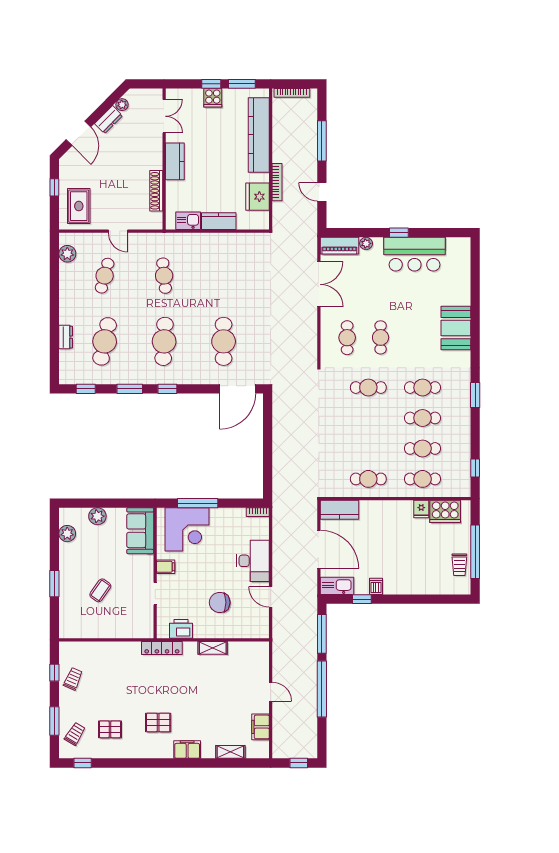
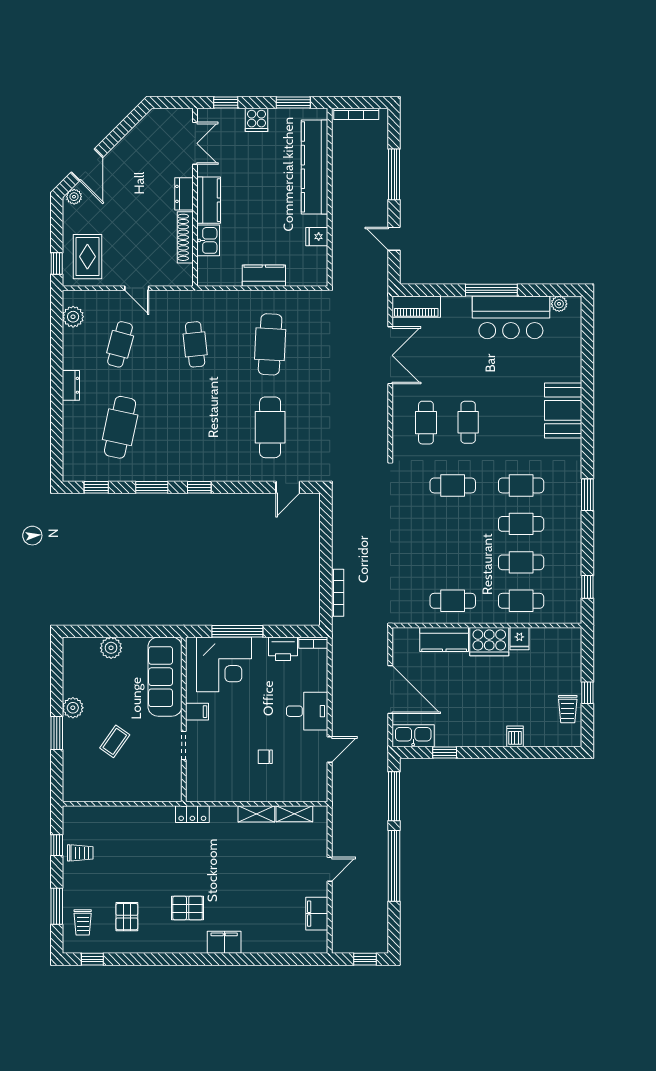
window: (211, 84) -> (226, 103), moved
plant: (122, 105) -> (74, 197), moved
dresser: (109, 120) -> (184, 194), moved, turned 135
bookcase: (277, 182) -> (338, 593), moved
window: (54, 187) -> (57, 264), moved
fridge: (258, 197) -> (317, 237), width x0.53, depth x0.75
kitchen sink: (188, 221) -> (208, 240), moved, turned 90
window: (399, 233) -> (491, 290), width x2.17
plant: (366, 243) -> (559, 304), moved
dresser: (66, 337) -> (71, 385), moved
cafe table: (164, 341) -> (270, 344), moved
door: (238, 389) -> (288, 487), width x0.53
kitchen counter: (340, 510) -> (444, 640), moved
cooker: (445, 511) -> (489, 642), moved
sofa: (140, 531) -> (165, 677), width x1.36
plant: (67, 534) -> (73, 708), moved
window: (475, 552) -> (587, 693), width x0.32
desk: (253, 561) -> (307, 711), width x0.73
dishwasher: (376, 586) -> (515, 736), moved
door: (271, 597) -> (330, 750), swing flipped
chair: (220, 602) -> (265, 757), width x0.54, depth x0.54
printer: (181, 629) -> (283, 649), moved, turned 180
locker: (162, 648) -> (192, 814), width x0.66
trolley: (73, 679) -> (80, 853), turned 67
door: (271, 692) -> (330, 869), hinge flipped
pallet: (110, 729) -> (127, 917), turned 90
trolley: (75, 734) -> (83, 922), turned 149
shelving: (230, 752) -> (294, 814), moved

